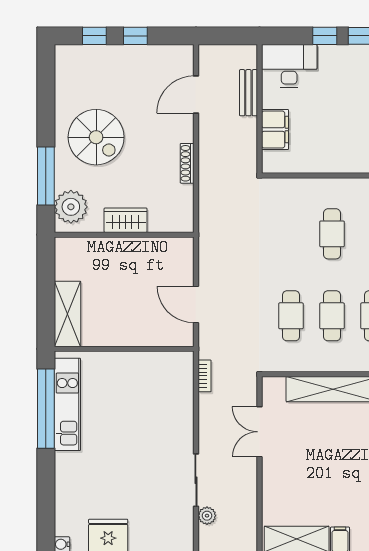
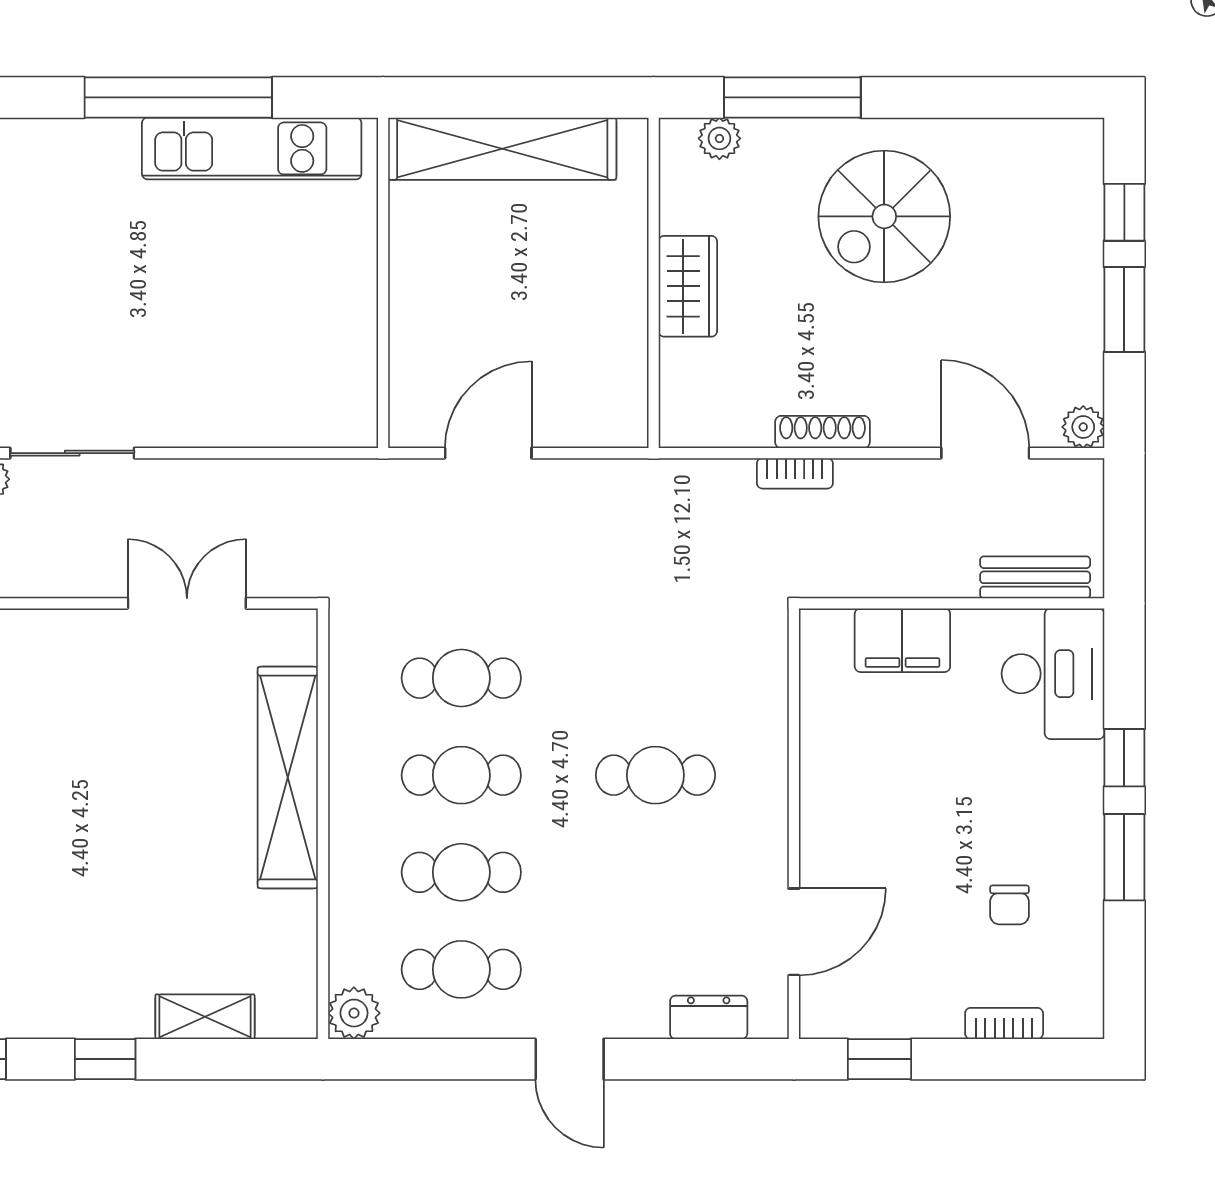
window: (135, 36) -> (1124, 309), width x1.50
plant: (185, 53) -> (1083, 427), added
bench: (248, 93) -> (1035, 577), moved
plant: (71, 207) -> (719, 138), width x0.53, depth x0.53
shelving: (67, 314) -> (502, 149), width x1.47
bookcase: (205, 376) -> (795, 473), moved
window: (46, 409) -> (178, 97), moved

